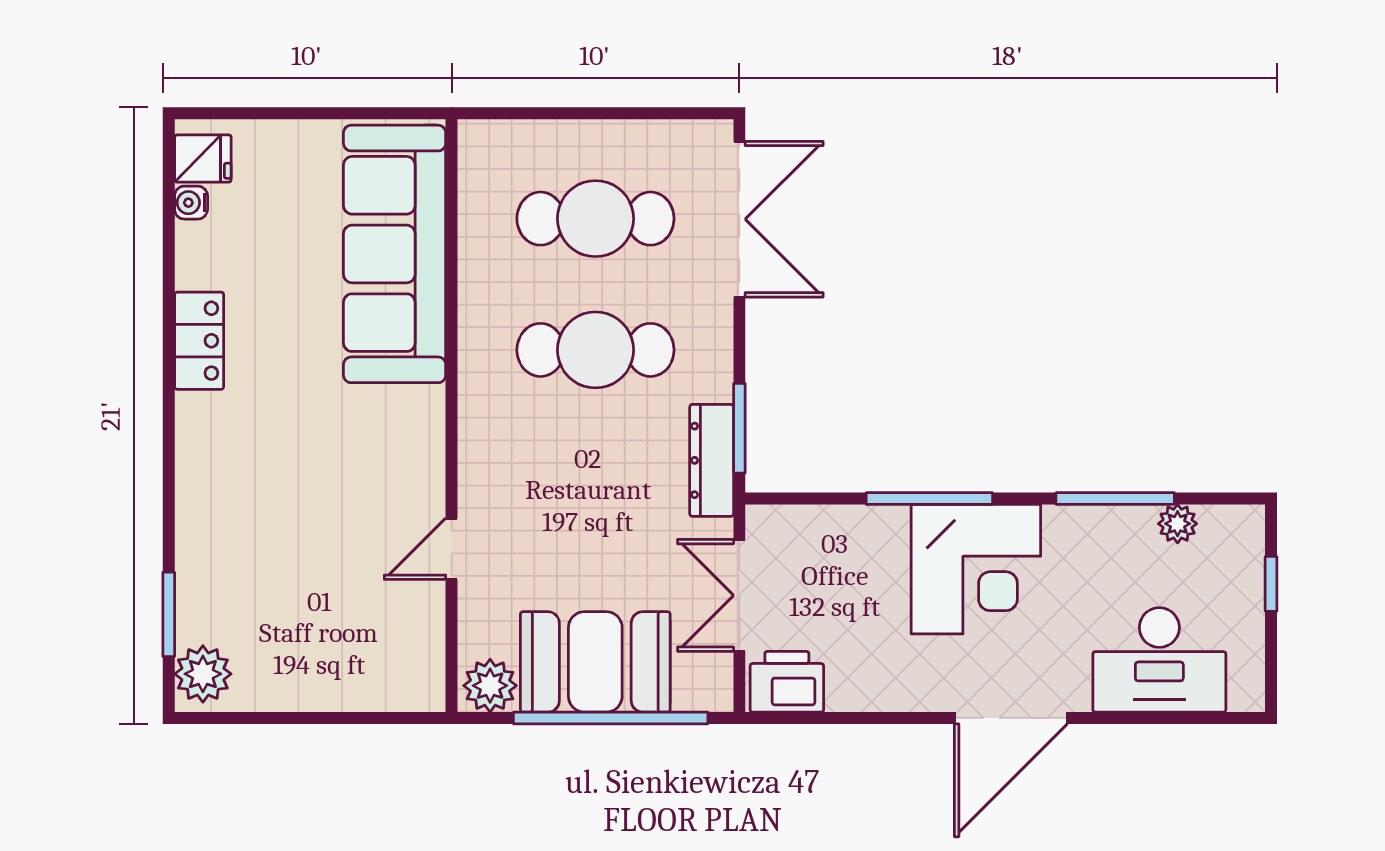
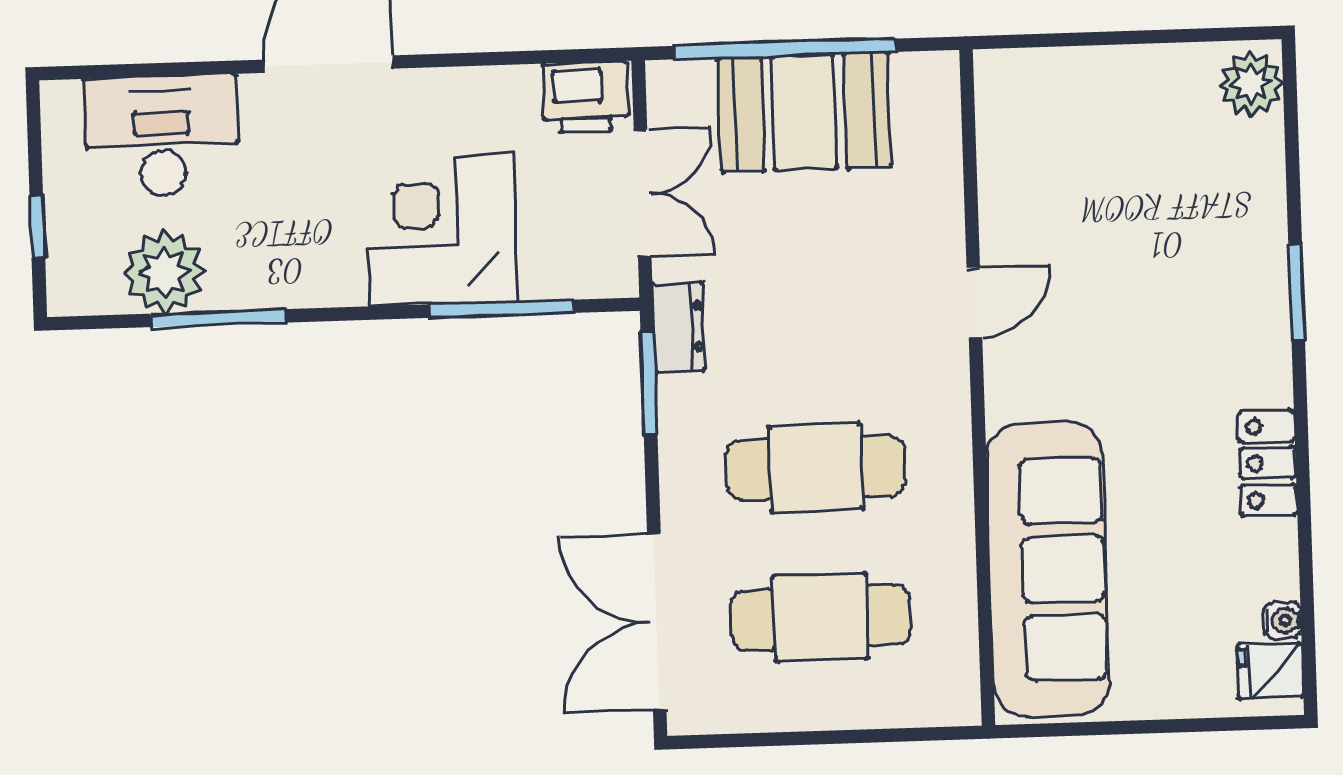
dresser: (712, 460) -> (679, 327), width x0.70
window: (929, 498) -> (501, 309), moved
plant: (1178, 524) -> (165, 272), width x1.87, depth x1.87
door: (452, 549) -> (974, 303), moved
corner desk: (976, 569) -> (442, 230), moved
window: (169, 614) -> (1297, 292), moved
plant: (490, 686) -> (923, 81), removed

